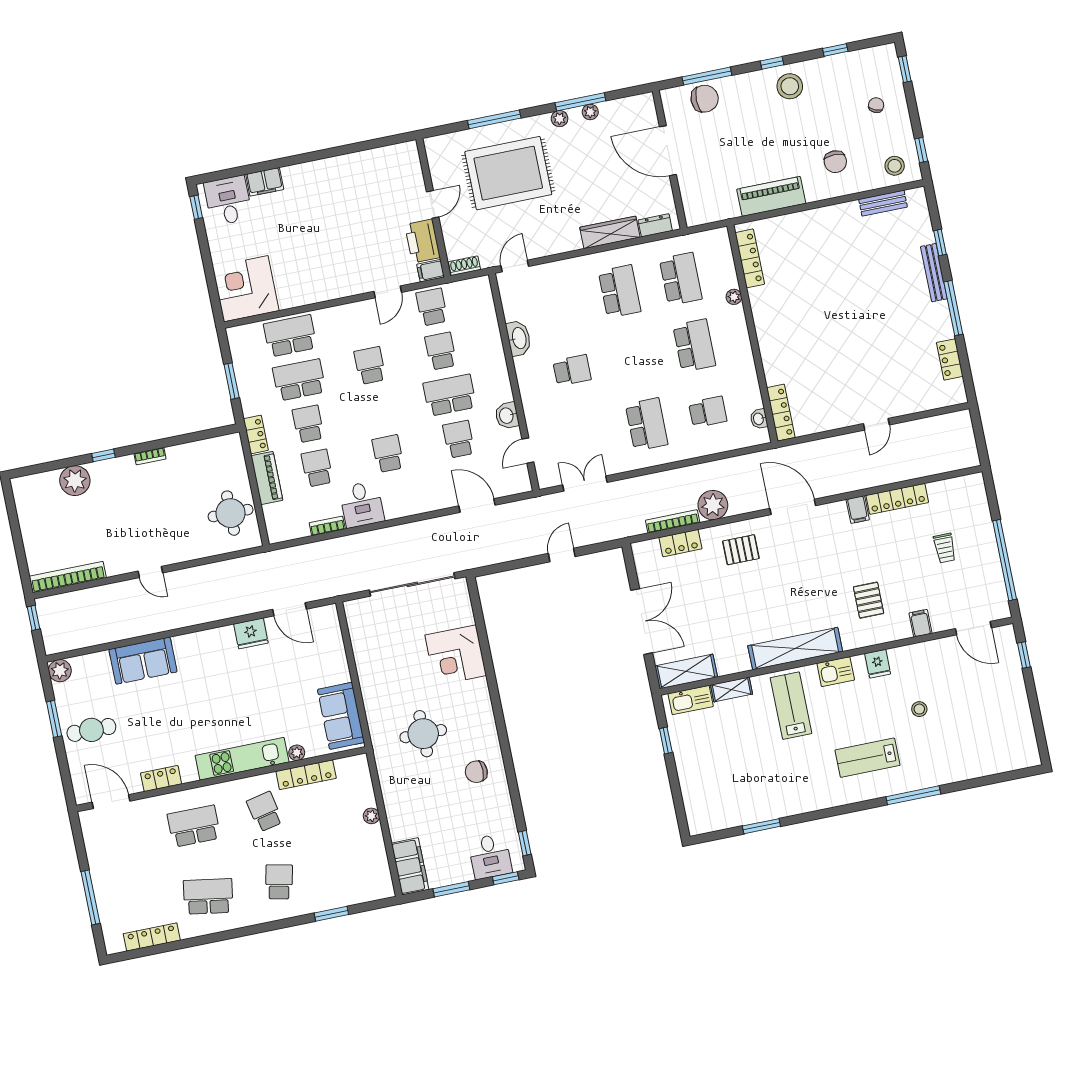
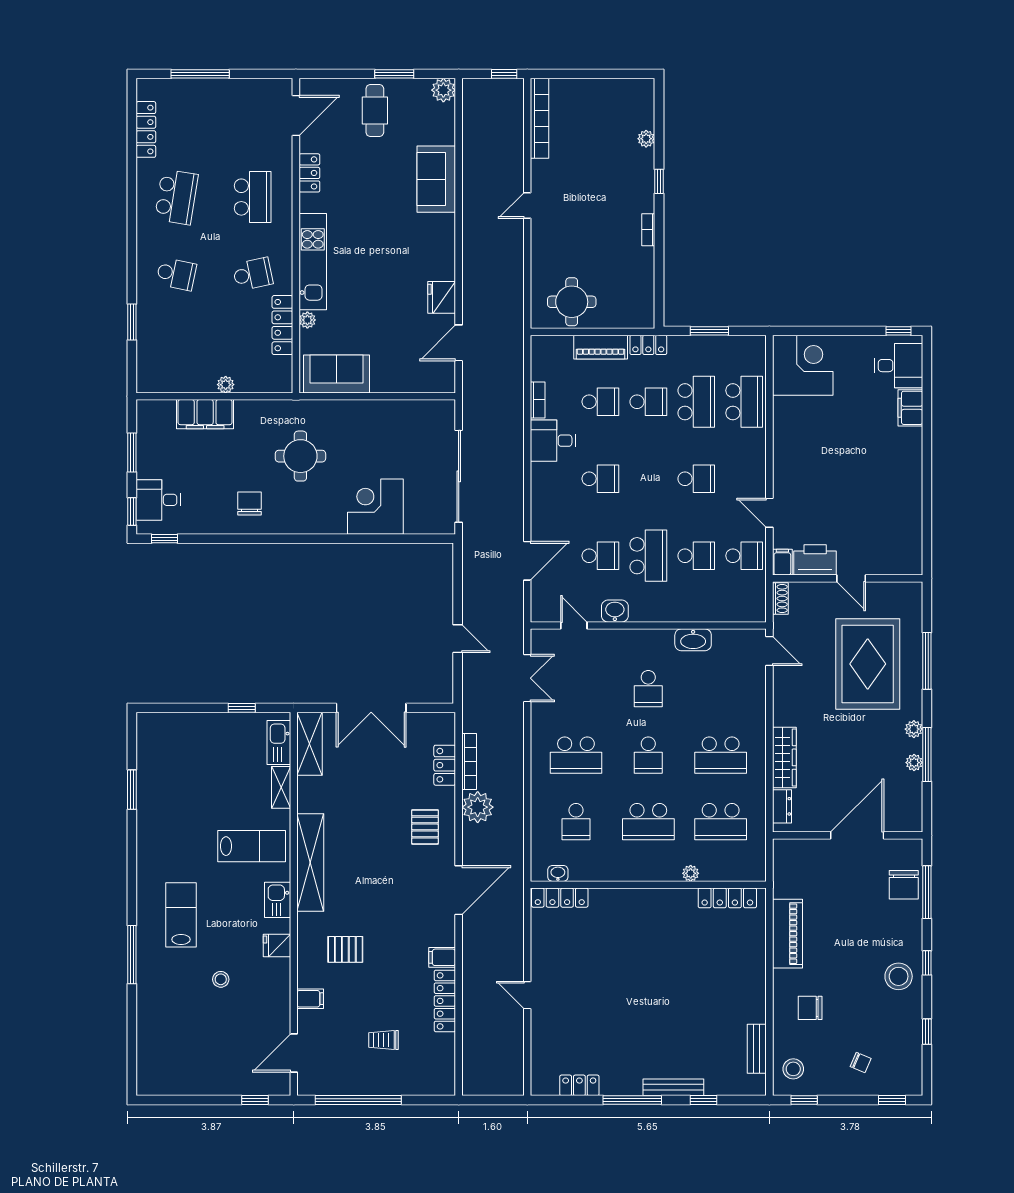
school desk: (633, 358) -> (648, 755), added
plant: (75, 481) -> (646, 139), width x0.53, depth x0.53
filing cabinet: (410, 866) -> (205, 414), moved

